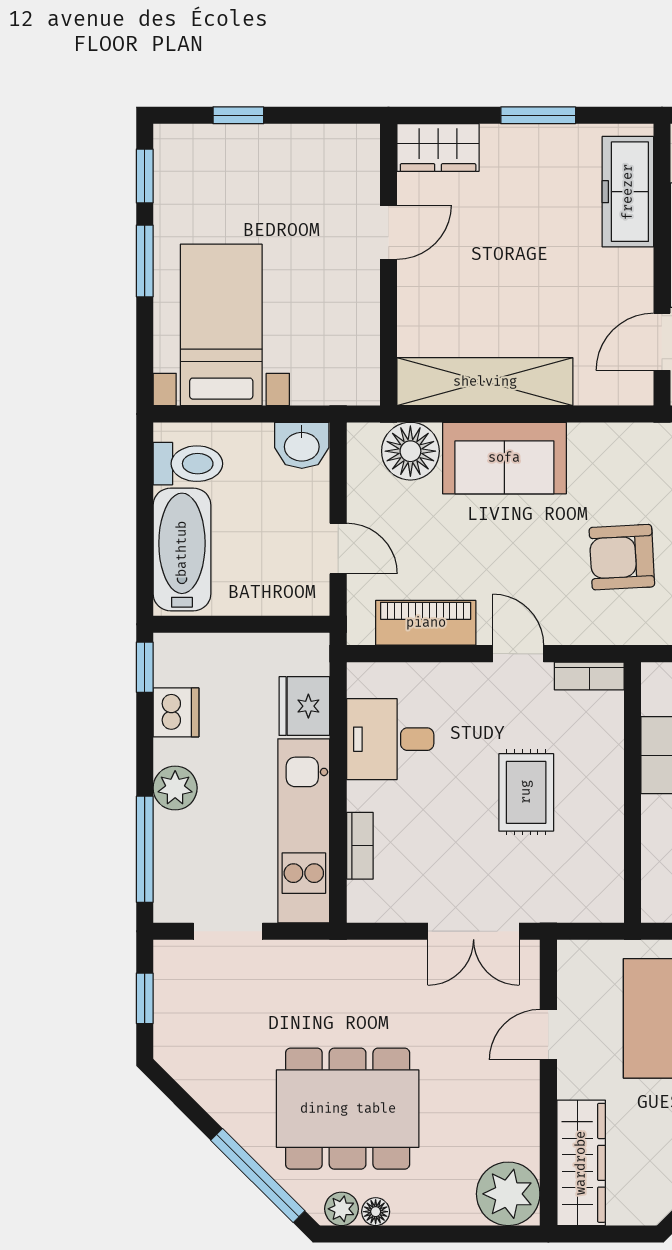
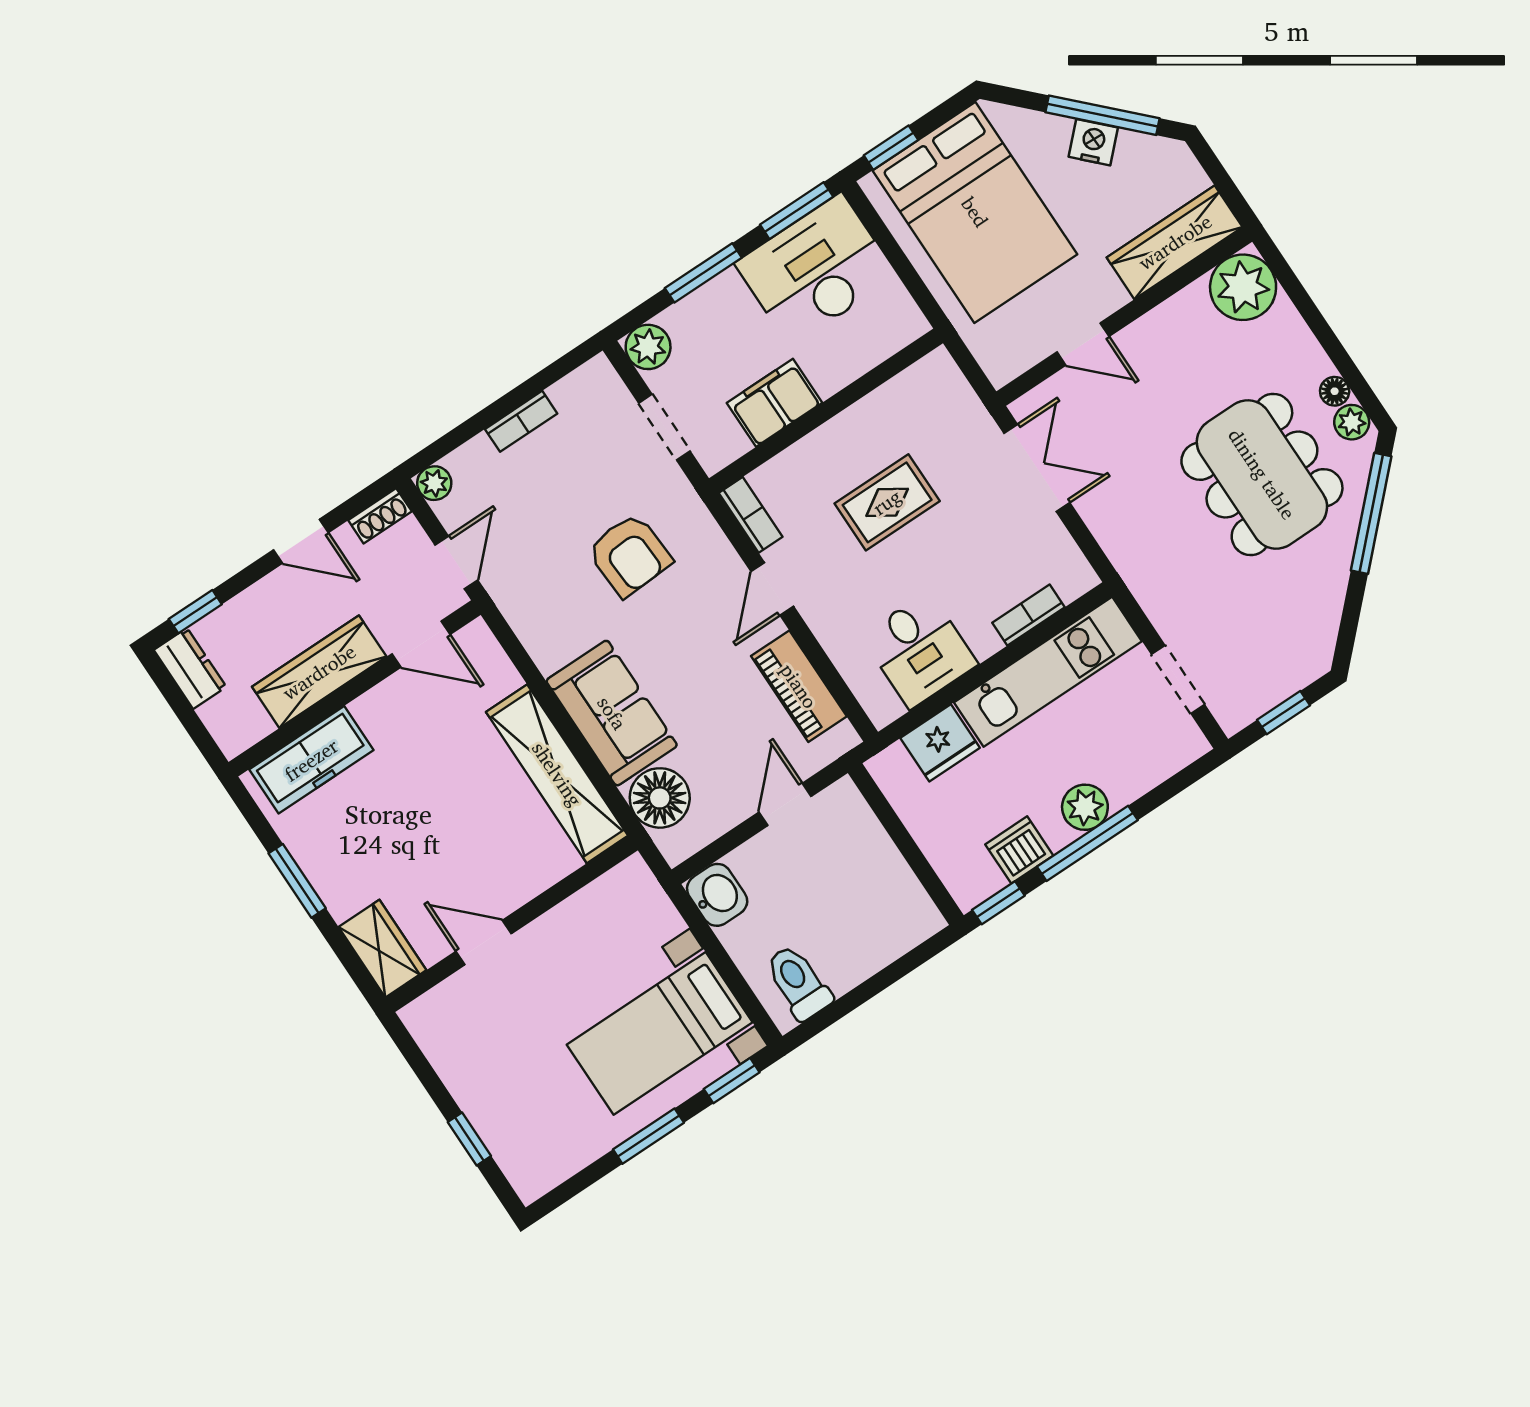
window: (145, 176) -> (732, 1081), moved
bathtub: (182, 549) -> (876, 938), removed
window: (145, 849) -> (1087, 843), moved

